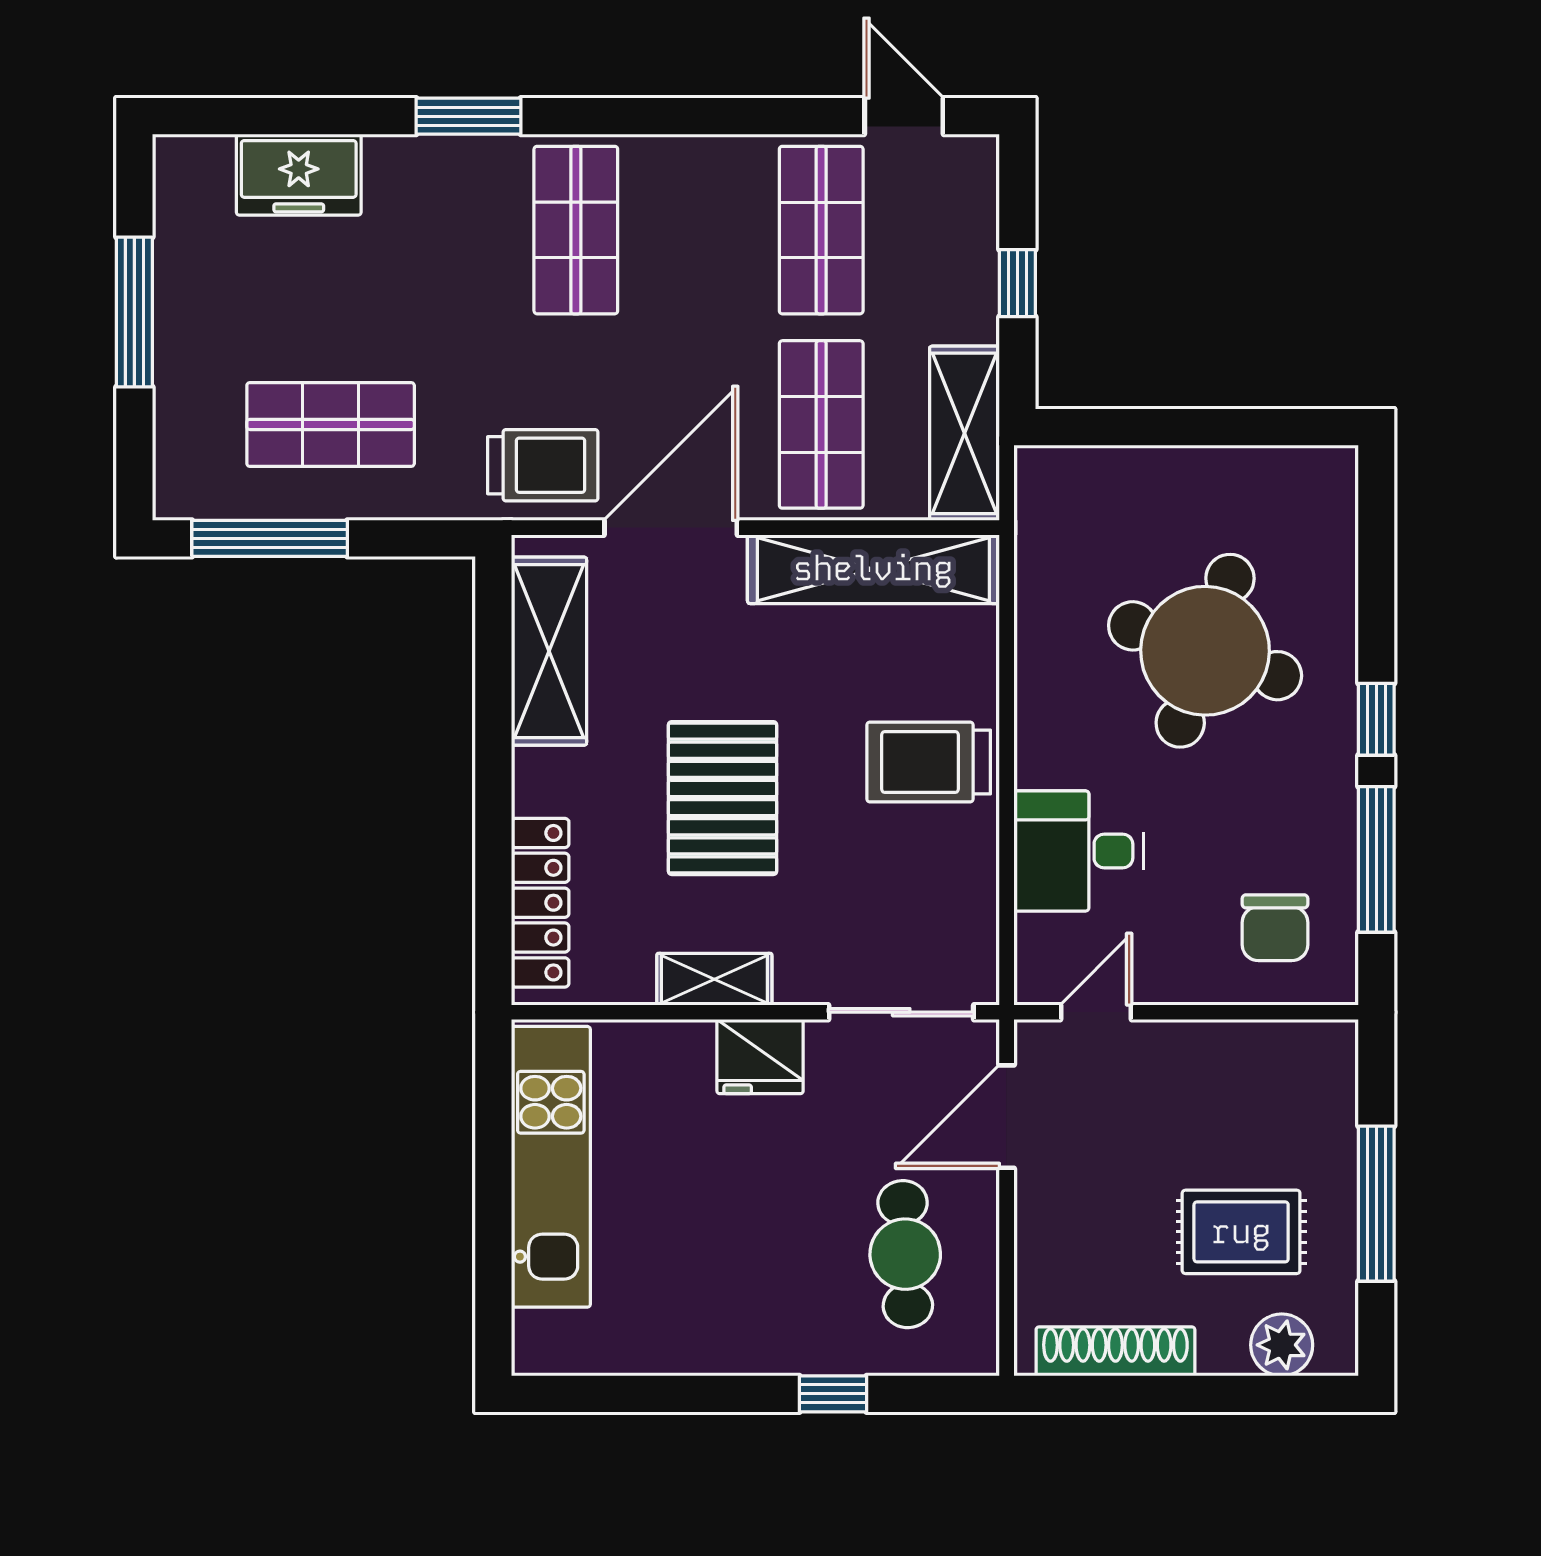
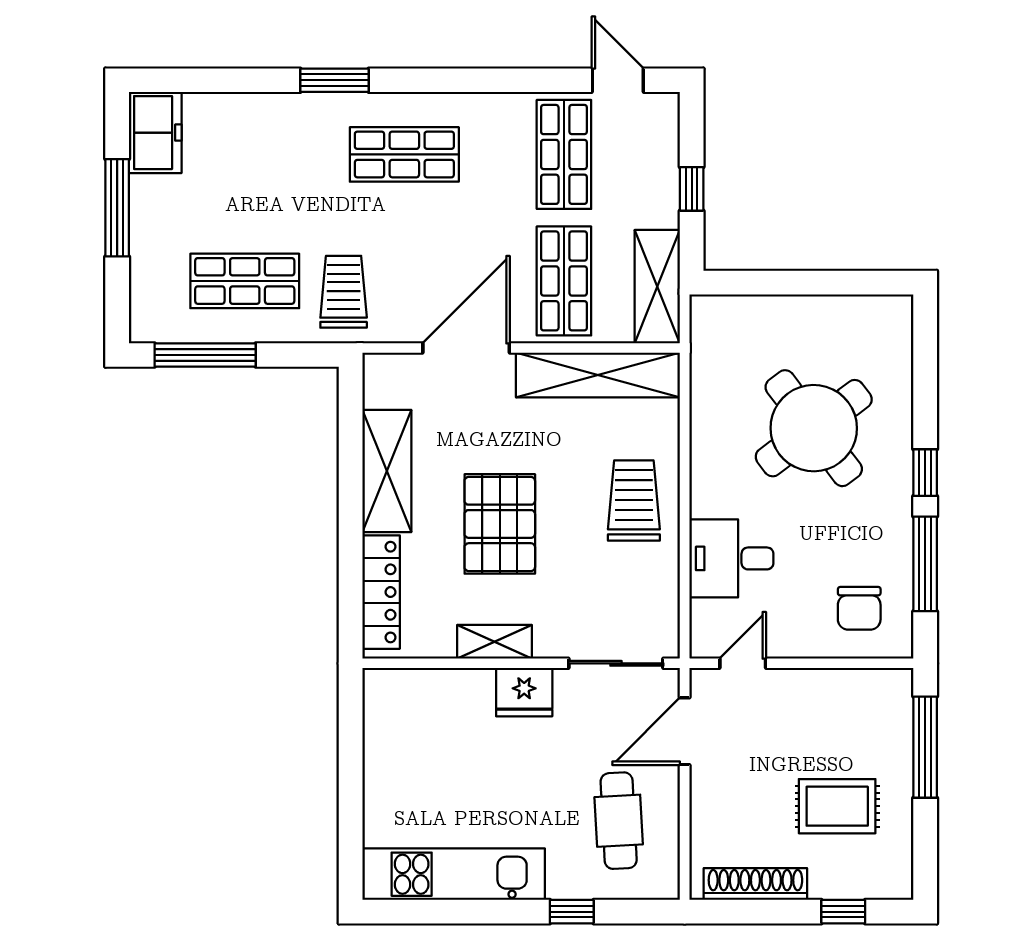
freezer: (299, 175) -> (155, 133), moved, turned -90
shop shelf: (576, 230) -> (404, 154), turned 90
trolley: (543, 465) -> (344, 292), moved, turned -90
shelving: (549, 651) -> (387, 471), moved
round table: (1205, 651) -> (814, 428), turned 34
trolley: (929, 762) -> (634, 501), turned 90
kitchen unit: (551, 1167) -> (454, 874), moved, turned -90
window: (1376, 1204) -> (925, 747), moved
plant: (1282, 1345) -> (864, 880), removed
window: (1250, 1394) -> (843, 912), added

